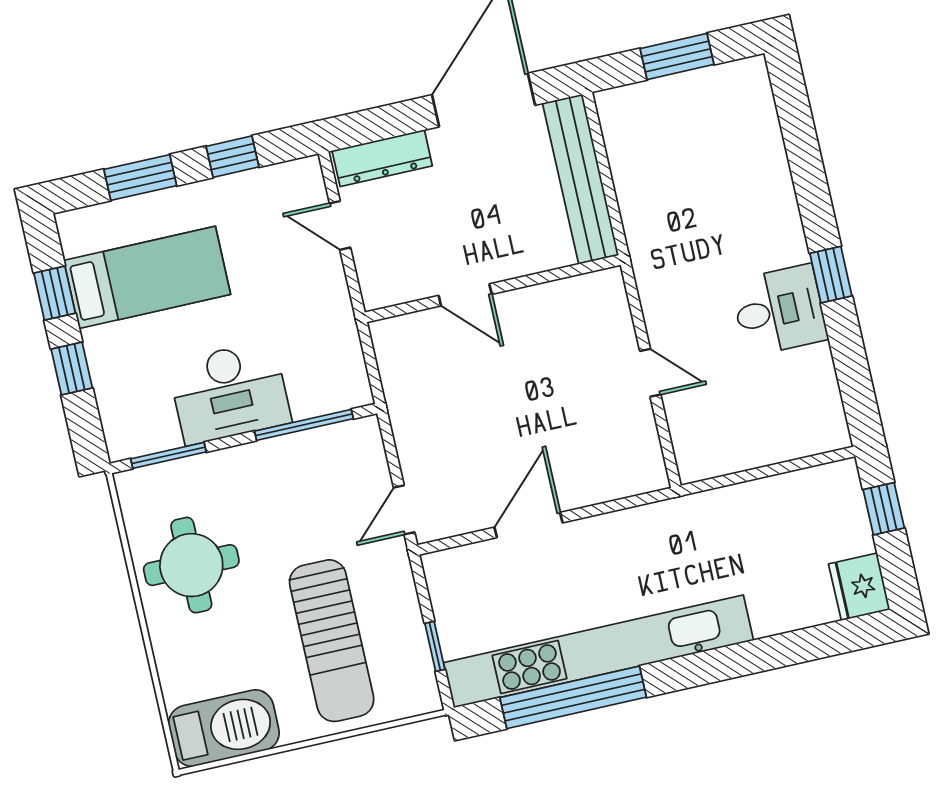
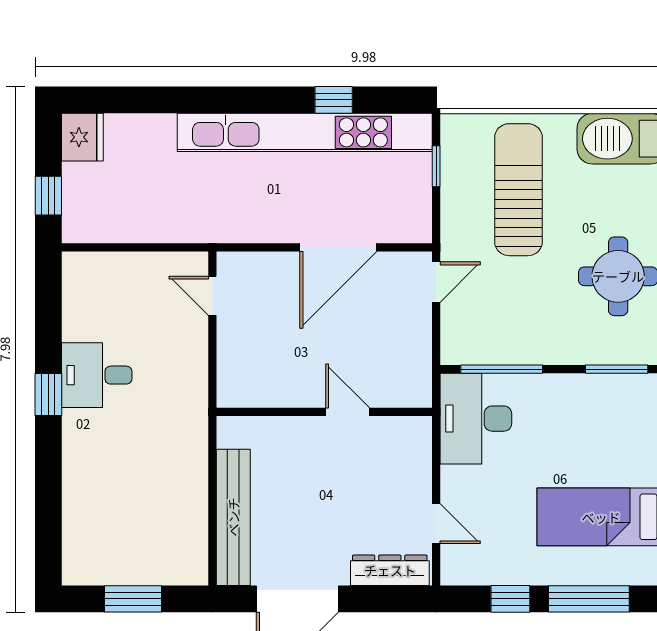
window: (140, 177) -> (589, 599), width x1.44
wall: (493, 289) -> (324, 412), moved
door: (465, 295) -> (348, 412), moved
door: (650, 373) -> (212, 296), moved
desk: (229, 392) -> (476, 419), moved, turned -90
door: (528, 525) -> (338, 247), width x1.36
window: (573, 697) -> (334, 100), width x0.32

